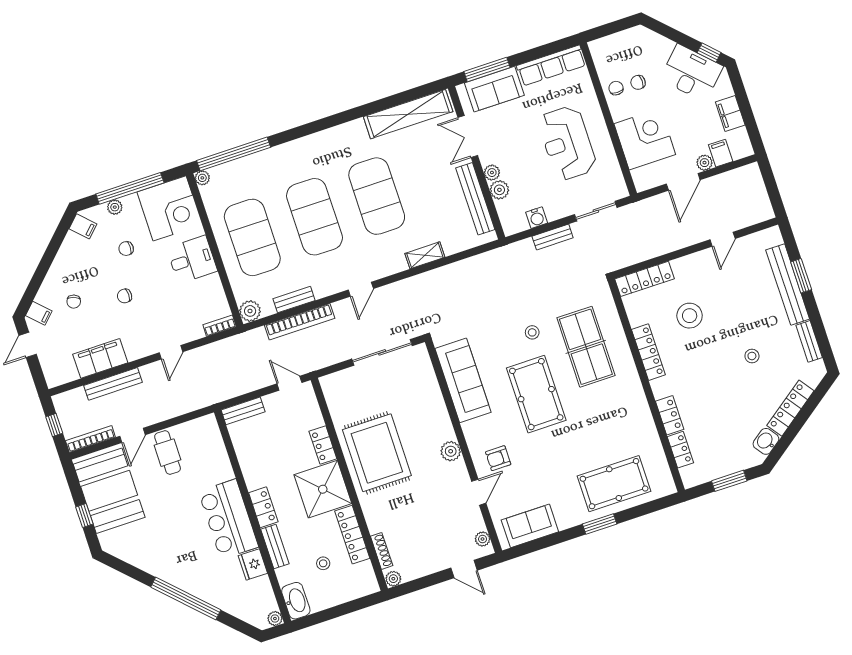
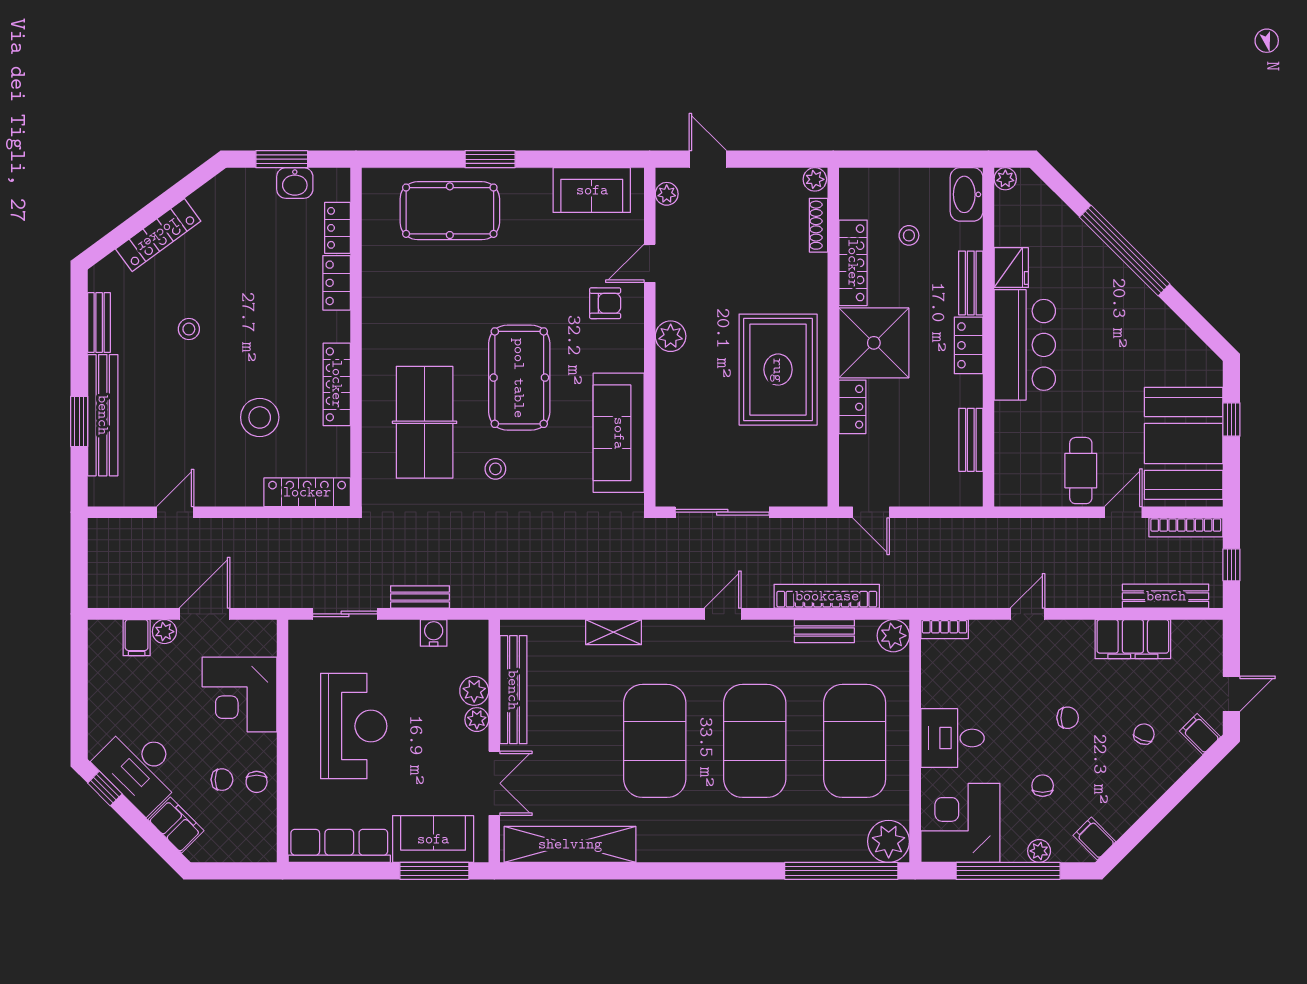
filing cabinet: (730, 113) -> (176, 825), moved, turned -45
plant: (202, 178) -> (889, 841), width x1.87, depth x1.87
chair: (126, 249) -> (1043, 786), turned -90
bench: (113, 384) -> (1166, 596), moved
bench: (243, 411) -> (971, 440), moved, turned 90
washbasin: (766, 441) -> (295, 183), moved, turned 36

